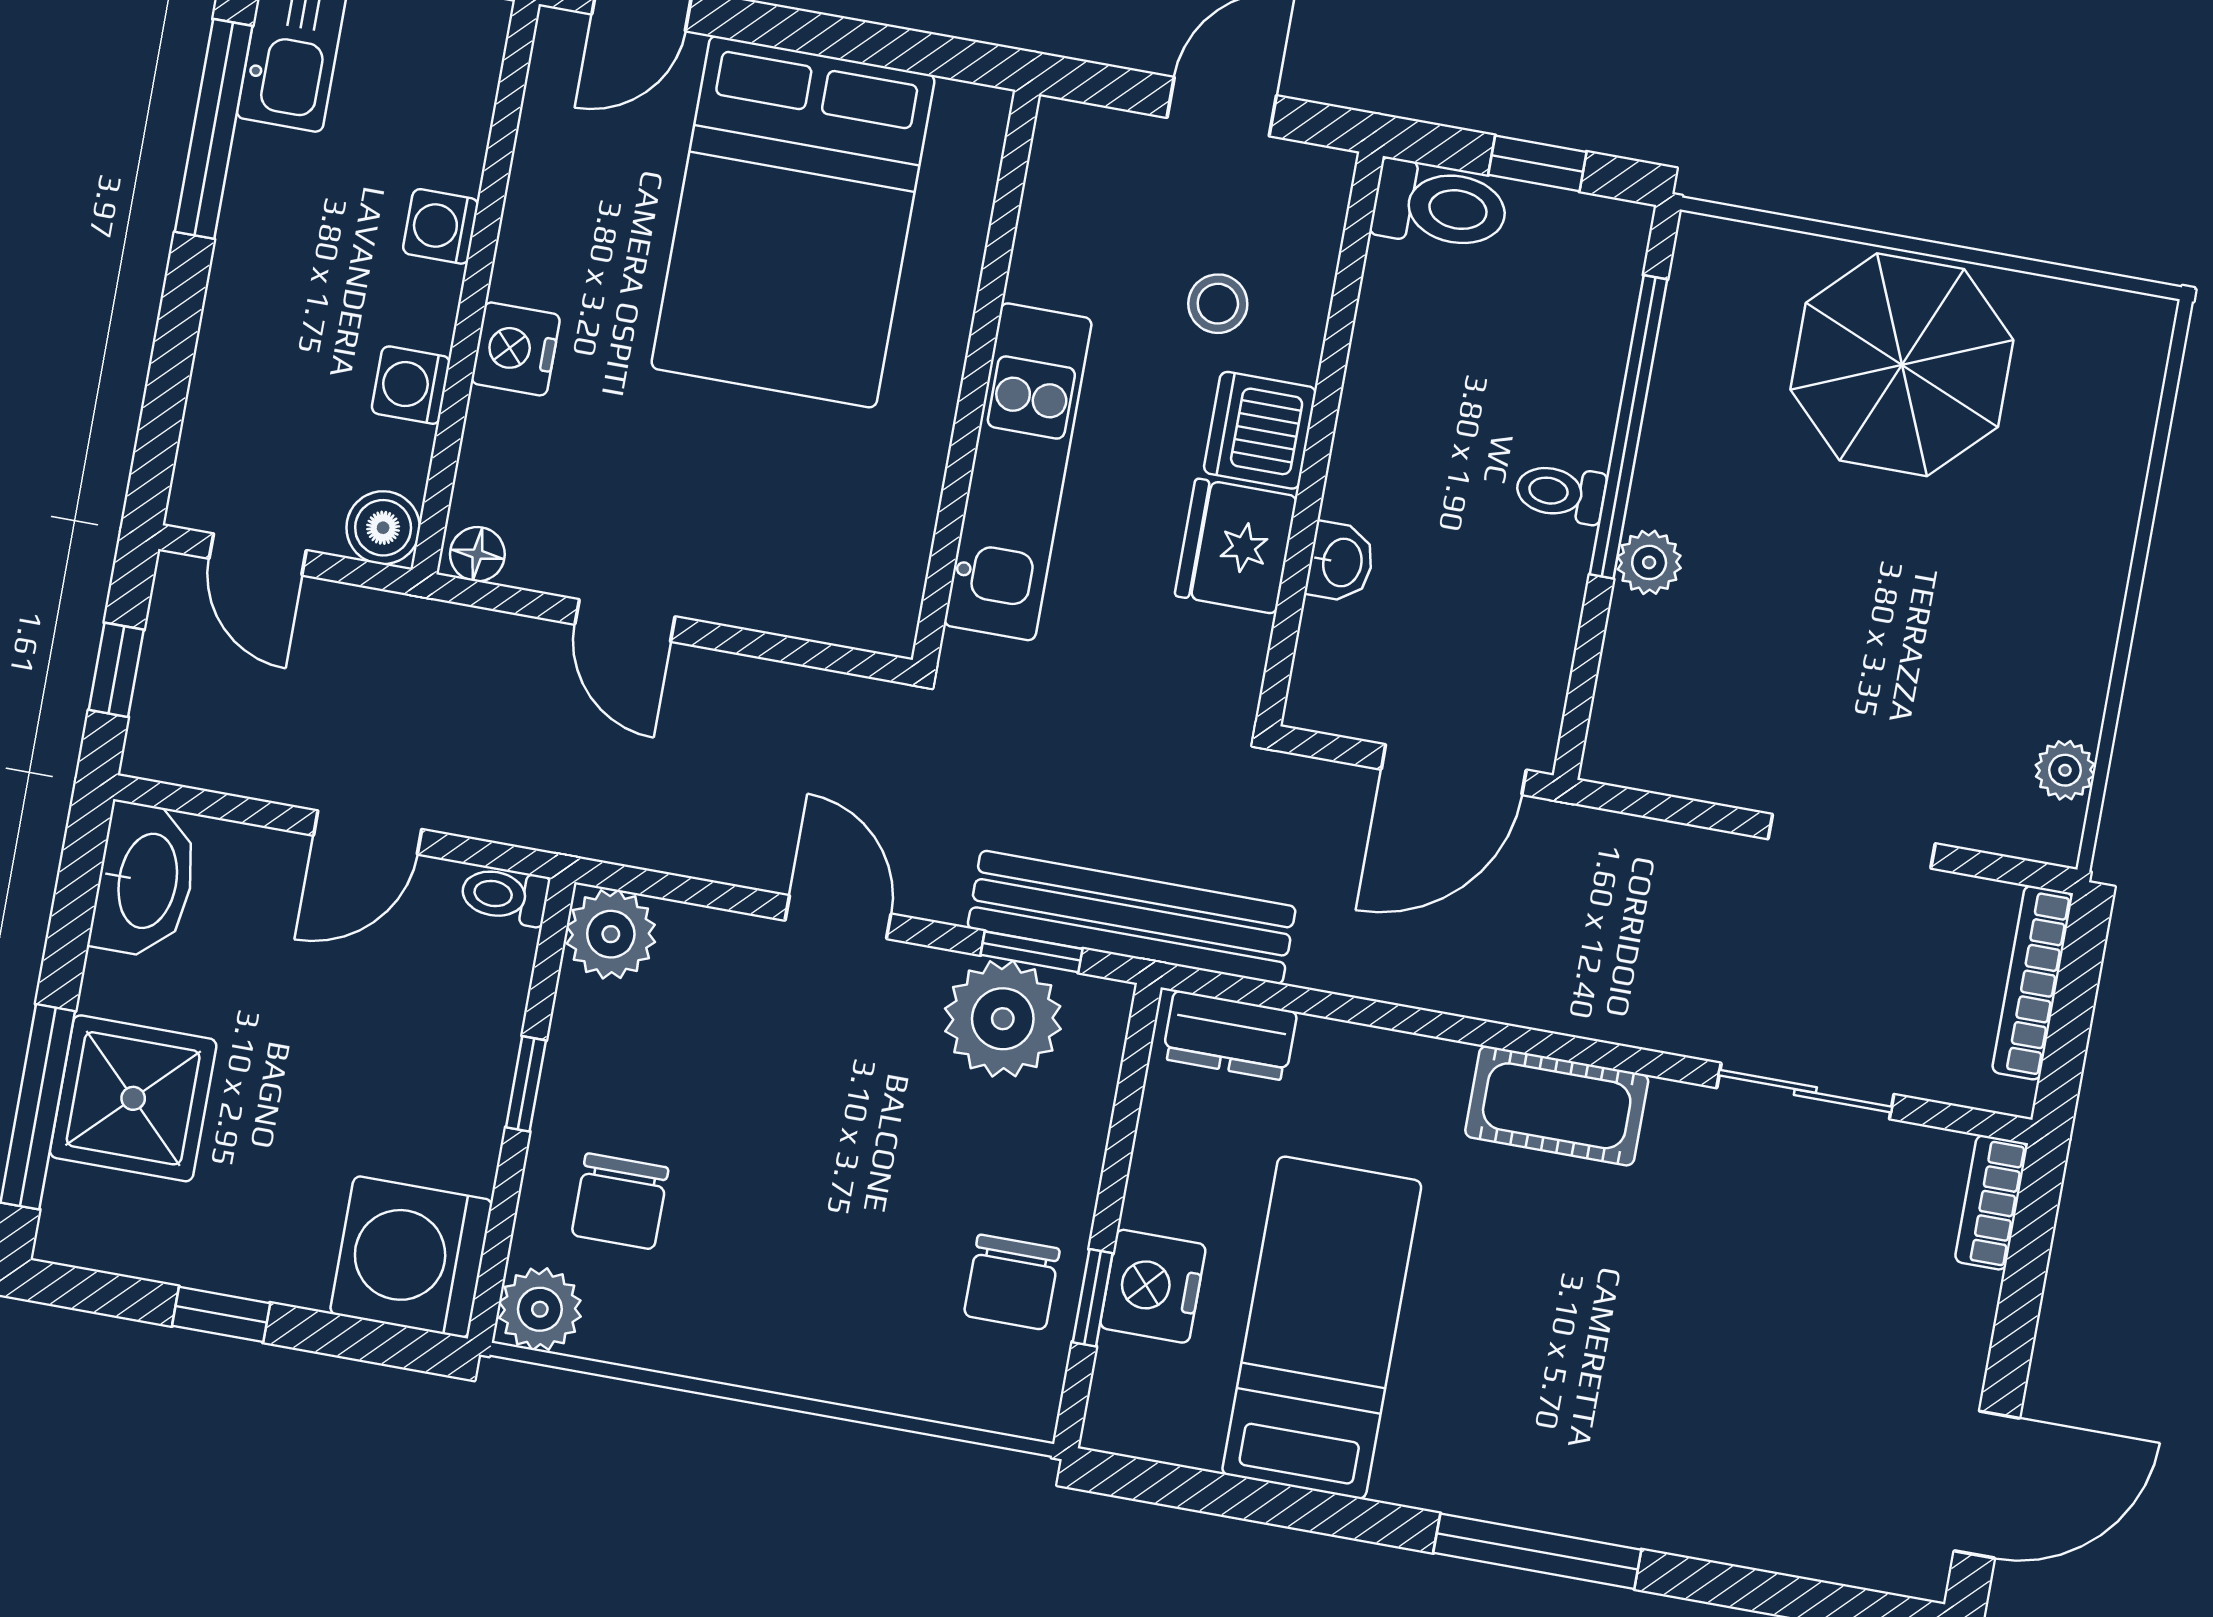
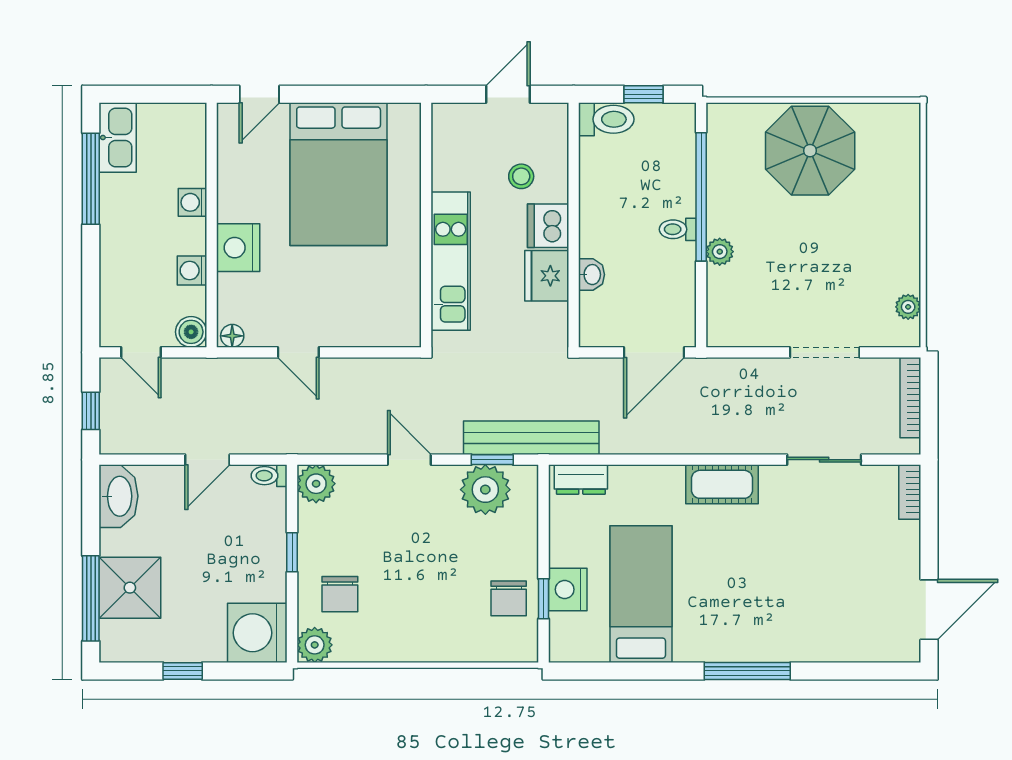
nightstand: (516, 349) -> (238, 248), width x1.36, depth x1.33

